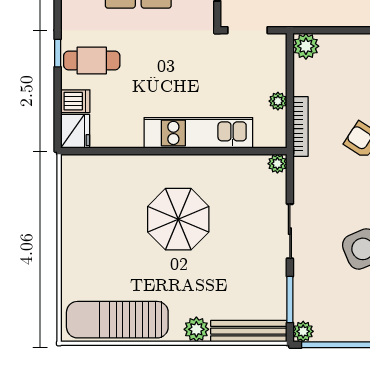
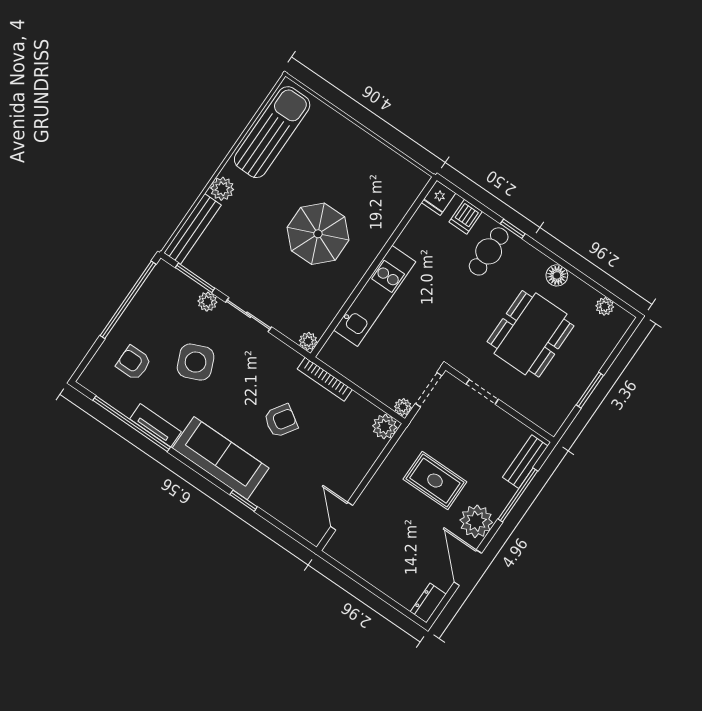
plant: (278, 101) -> (403, 407), moved
fridge: (75, 131) -> (438, 198), width x0.72
plant: (303, 331) -> (207, 302), moved

